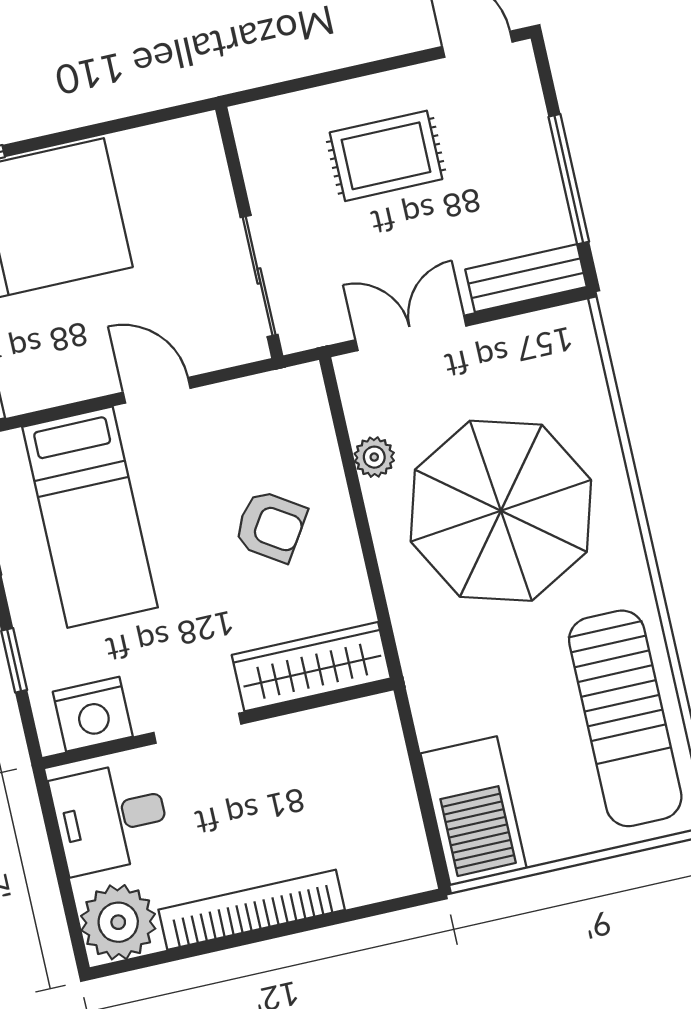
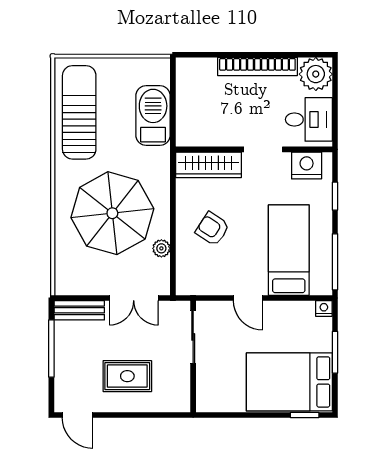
barbecue: (474, 811) -> (153, 116), moved

